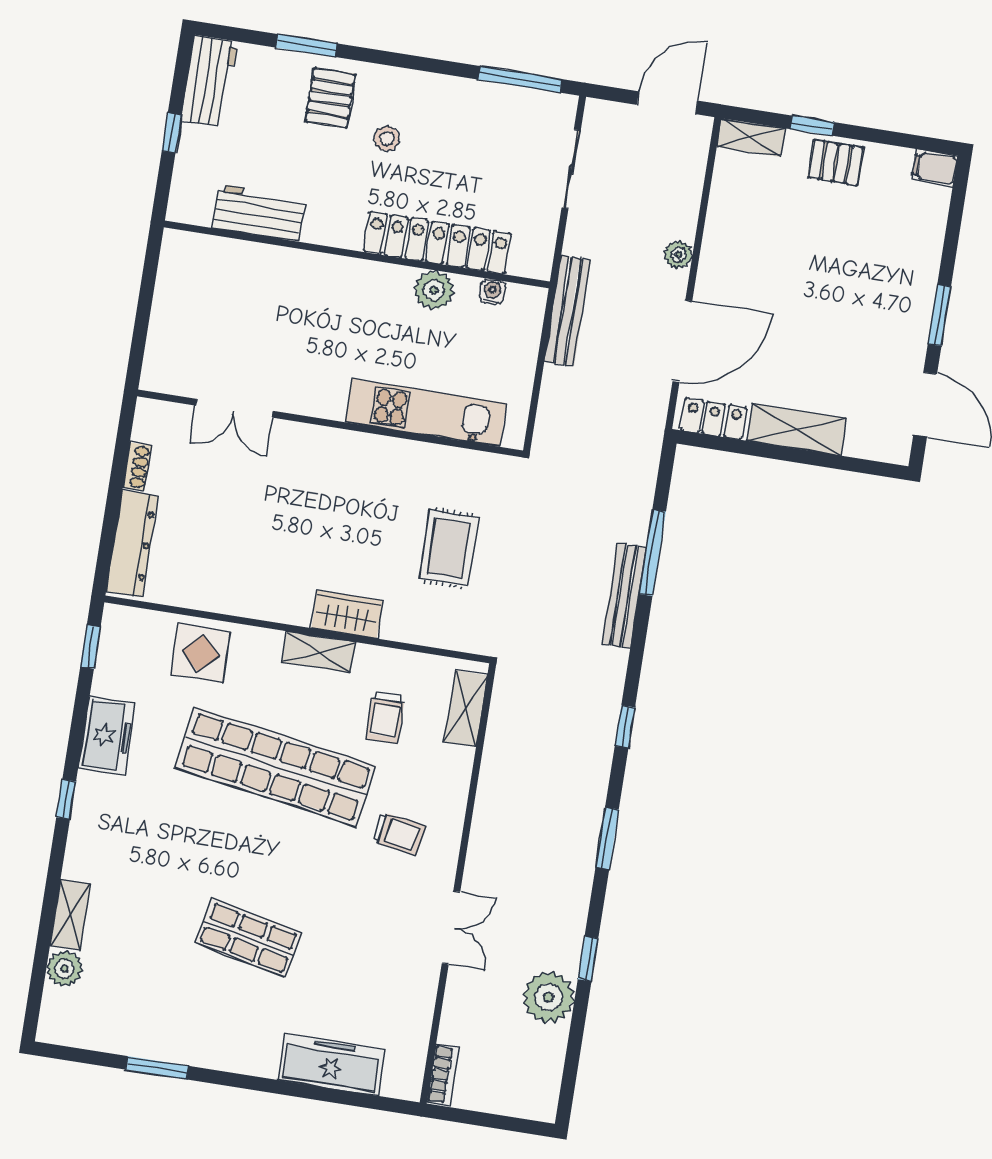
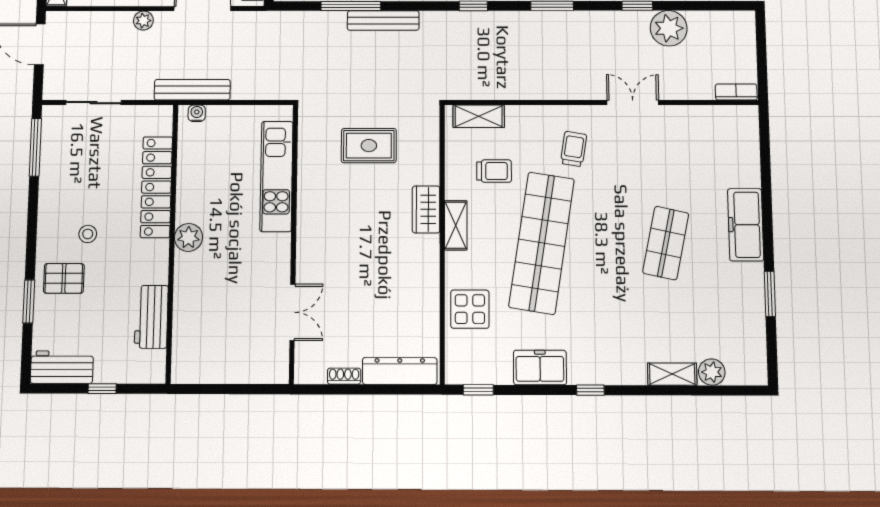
plant: (434, 290) -> (188, 237), moved
water cooler: (492, 292) -> (197, 113), moved, turned 90
freezer: (331, 1065) -> (746, 225), moved

